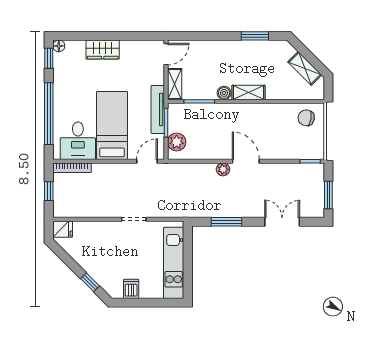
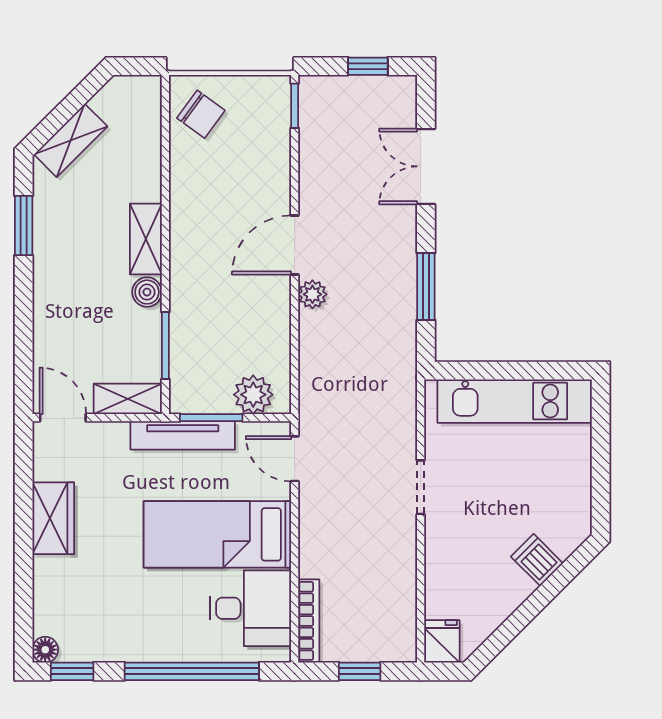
wardrobe: (103, 50) -> (53, 518), moved
shelving: (305, 68) -> (71, 140), moved
chair: (306, 118) -> (201, 114), turned -64
window: (328, 195) -> (368, 66), width x0.67
window: (90, 282) -> (557, 582), removed
dishwasher: (131, 289) -> (537, 560), moved, turned 45

